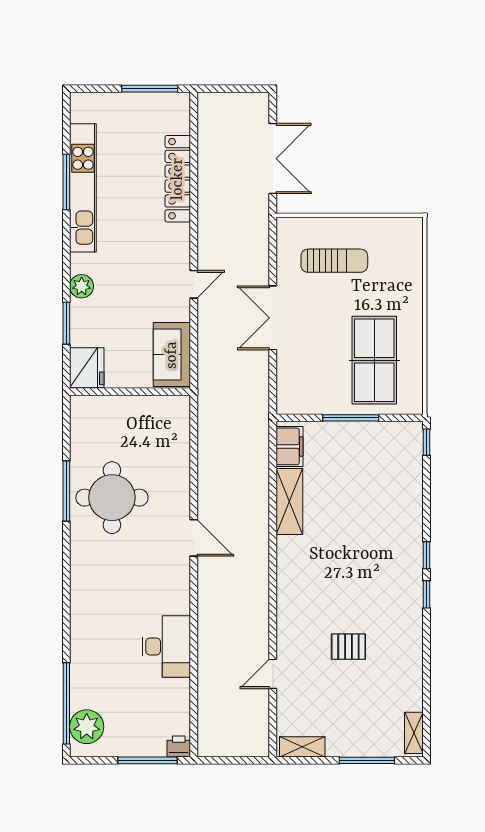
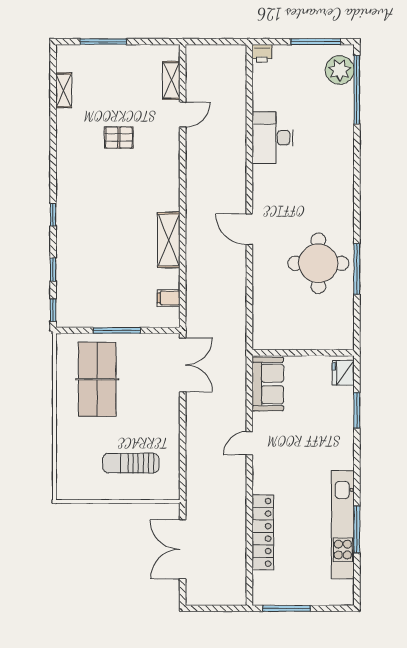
plant: (82, 286) -> (344, 442), removed
double door: (273, 318) -> (183, 365), moved
fridge: (87, 368) -> (343, 373), width x0.73, depth x0.75
filing cabinet: (289, 446) -> (169, 298), width x0.50
shelving: (289, 501) -> (169, 240), moved
window: (426, 594) -> (53, 269), moved
shelving: (414, 733) -> (64, 90), moved
shelving: (302, 747) -> (171, 80), moved, turned 90
window: (148, 760) -> (316, 42), moved

